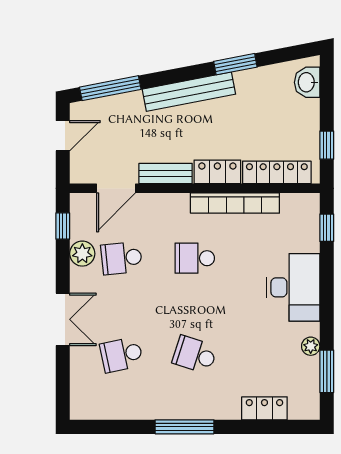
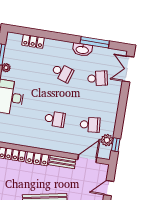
bookcase: (235, 203) -> (31, 142), removed
plant: (82, 254) -> (107, 140), moved
double door: (63, 319) -> (128, 69), moved
washbasin: (162, 408) -> (82, 50), added
window: (184, 427) -> (95, 42), moved

